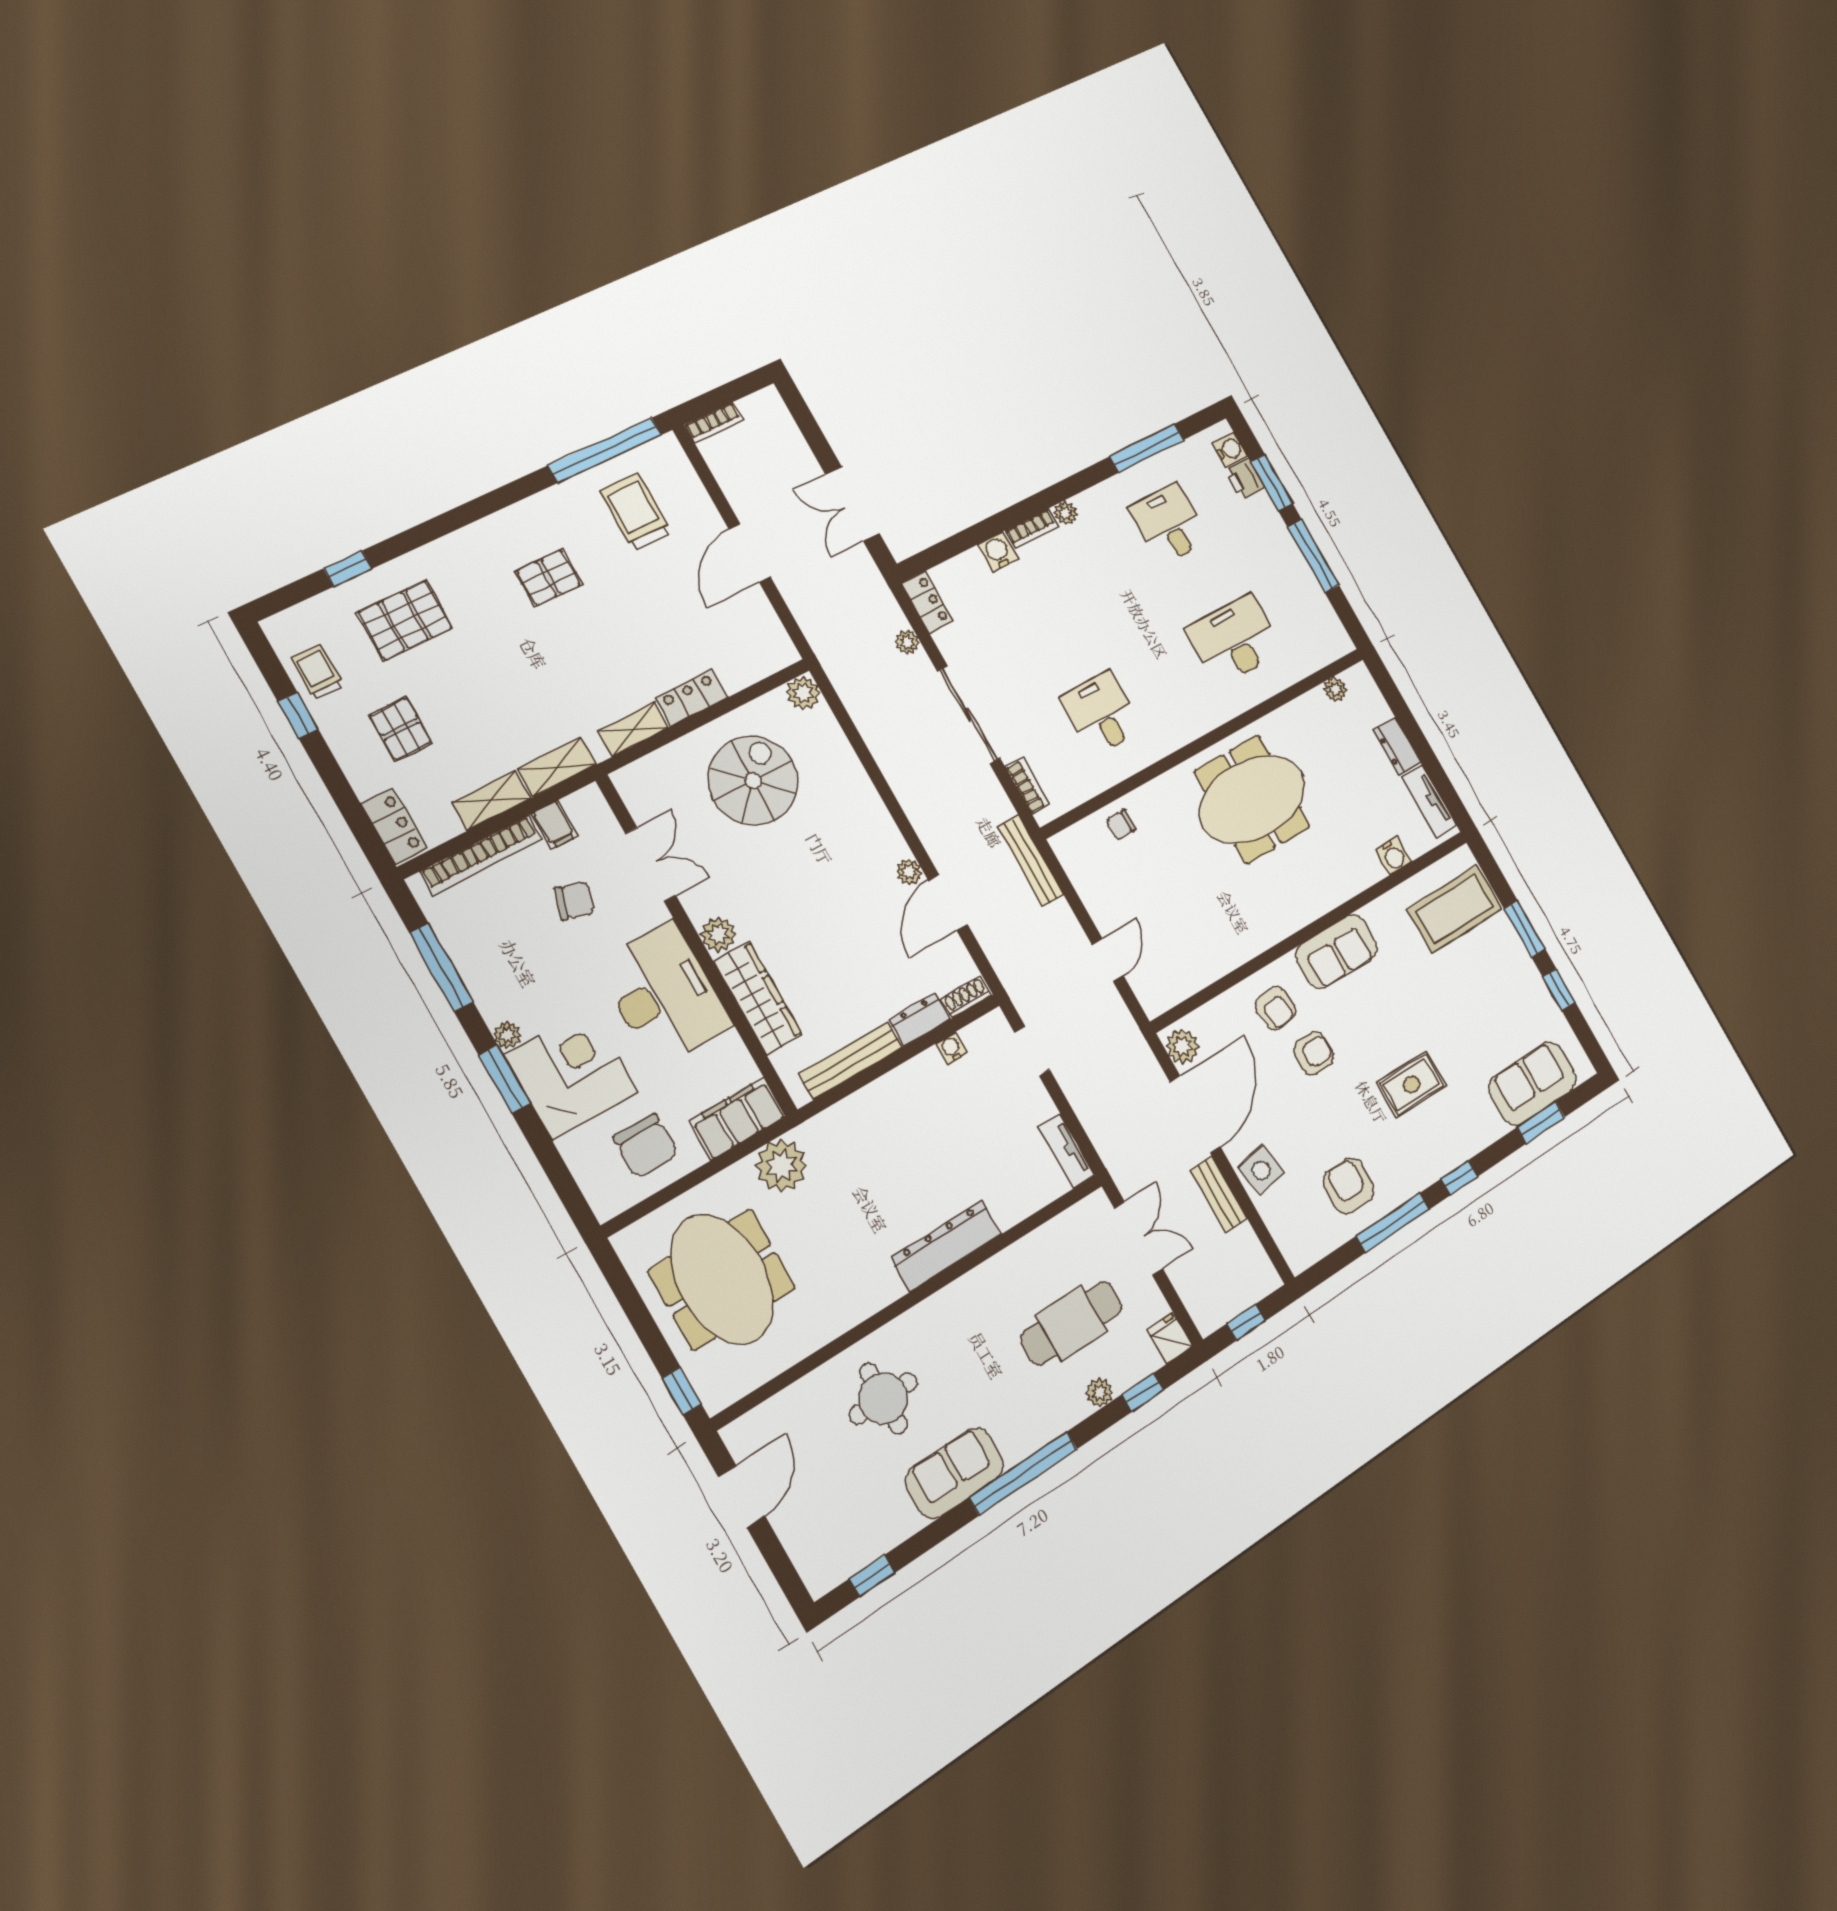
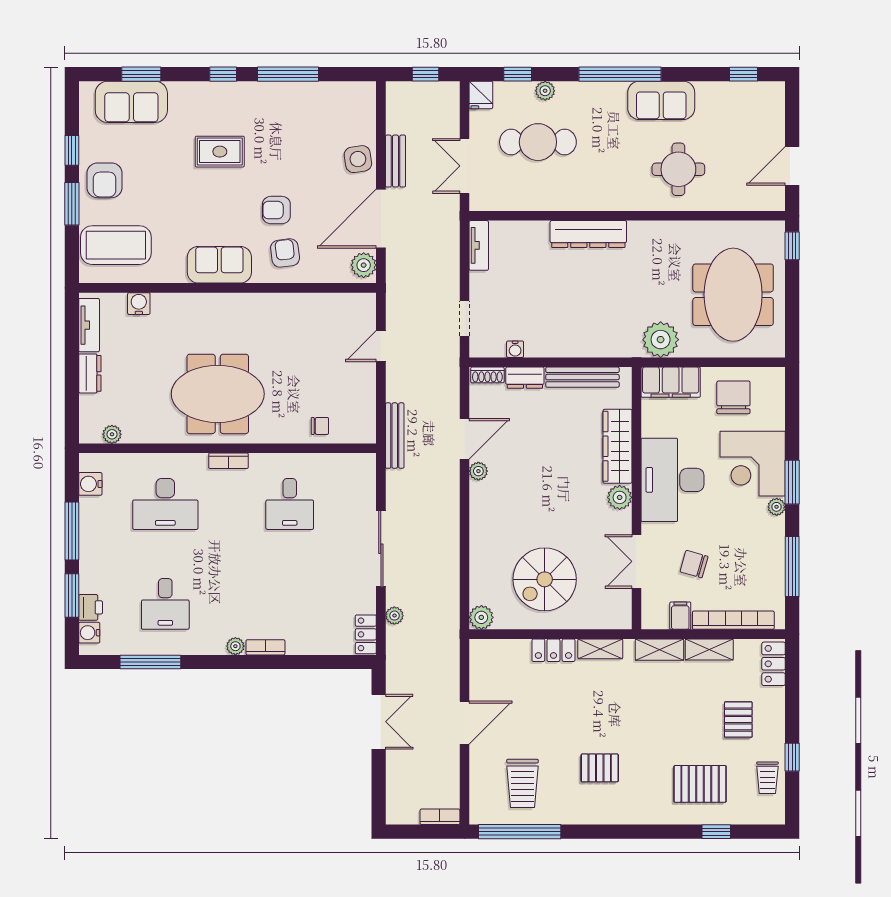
water cooler: (998, 552) -> (90, 484), moved, turned 90
bookcase: (1027, 786) -> (228, 461), moved, turned -90
armchair: (1349, 1186) -> (105, 180), moved

